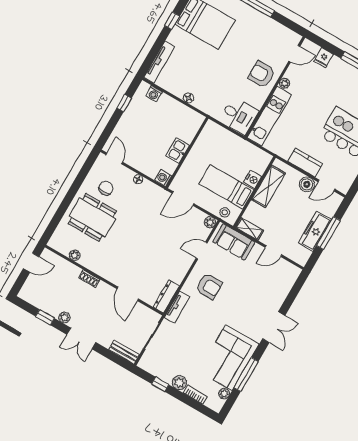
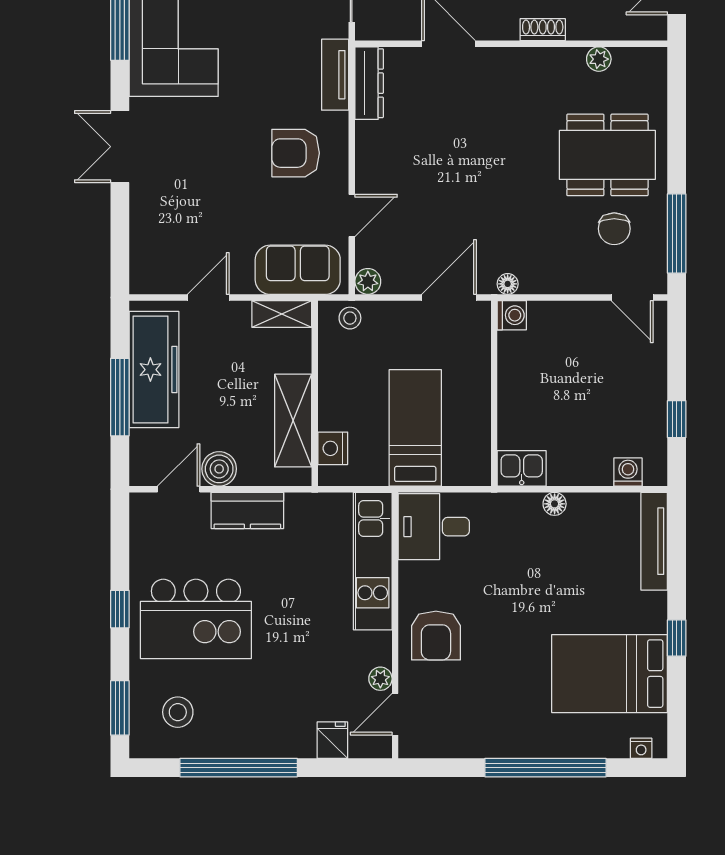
armchair: (262, 74) -> (436, 636), turned 90
plant: (285, 83) -> (380, 679), moved
kitchen sink: (178, 151) -> (522, 468), moved, turned -90
window: (84, 173) -> (677, 233), added
floor lamp: (138, 179) -> (508, 284), moved
nightstand: (253, 179) -> (333, 448), moved
bed: (227, 187) -> (415, 428), moved, turned -90
freezer: (315, 231) -> (154, 370), width x1.36, depth x1.26

